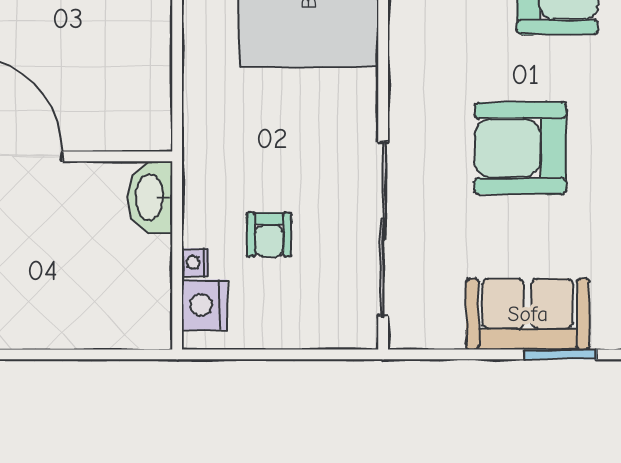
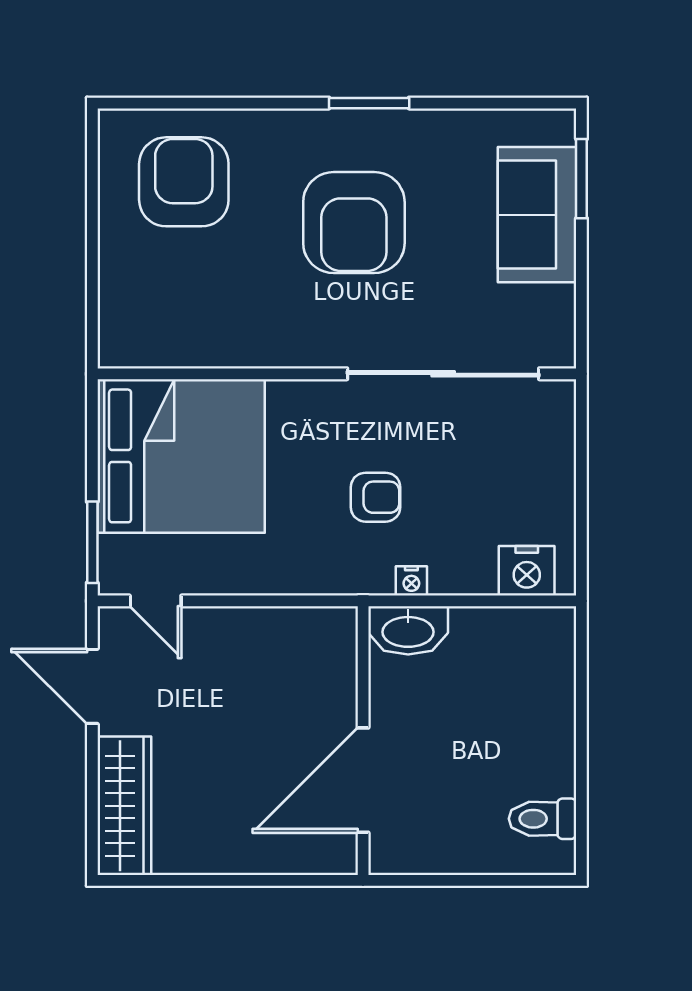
armchair: (269, 235) -> (376, 497), moved
nightstand: (195, 262) -> (411, 581), moved

